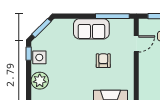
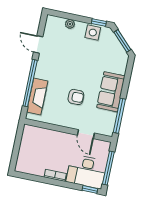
plant: (40, 81) -> (70, 24), width x0.53, depth x0.53

